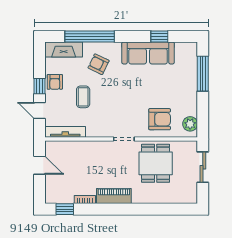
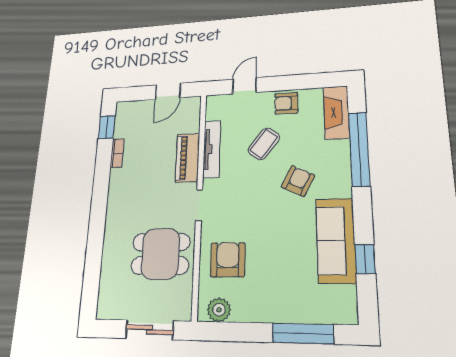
armchair: (99, 64) -> (298, 181), moved
window: (40, 86) -> (280, 83), removed
coffee table: (83, 97) -> (264, 144), turned -53
armchair: (160, 119) -> (228, 260), turned 180
tv unit: (65, 132) -> (212, 149), moved
piano: (114, 196) -> (188, 158), moved, turned 180

